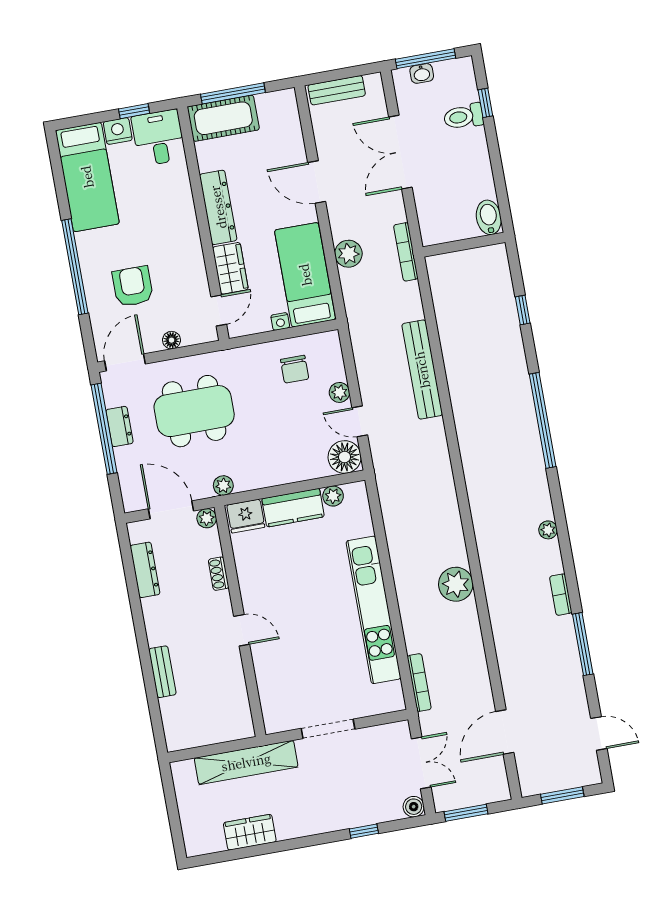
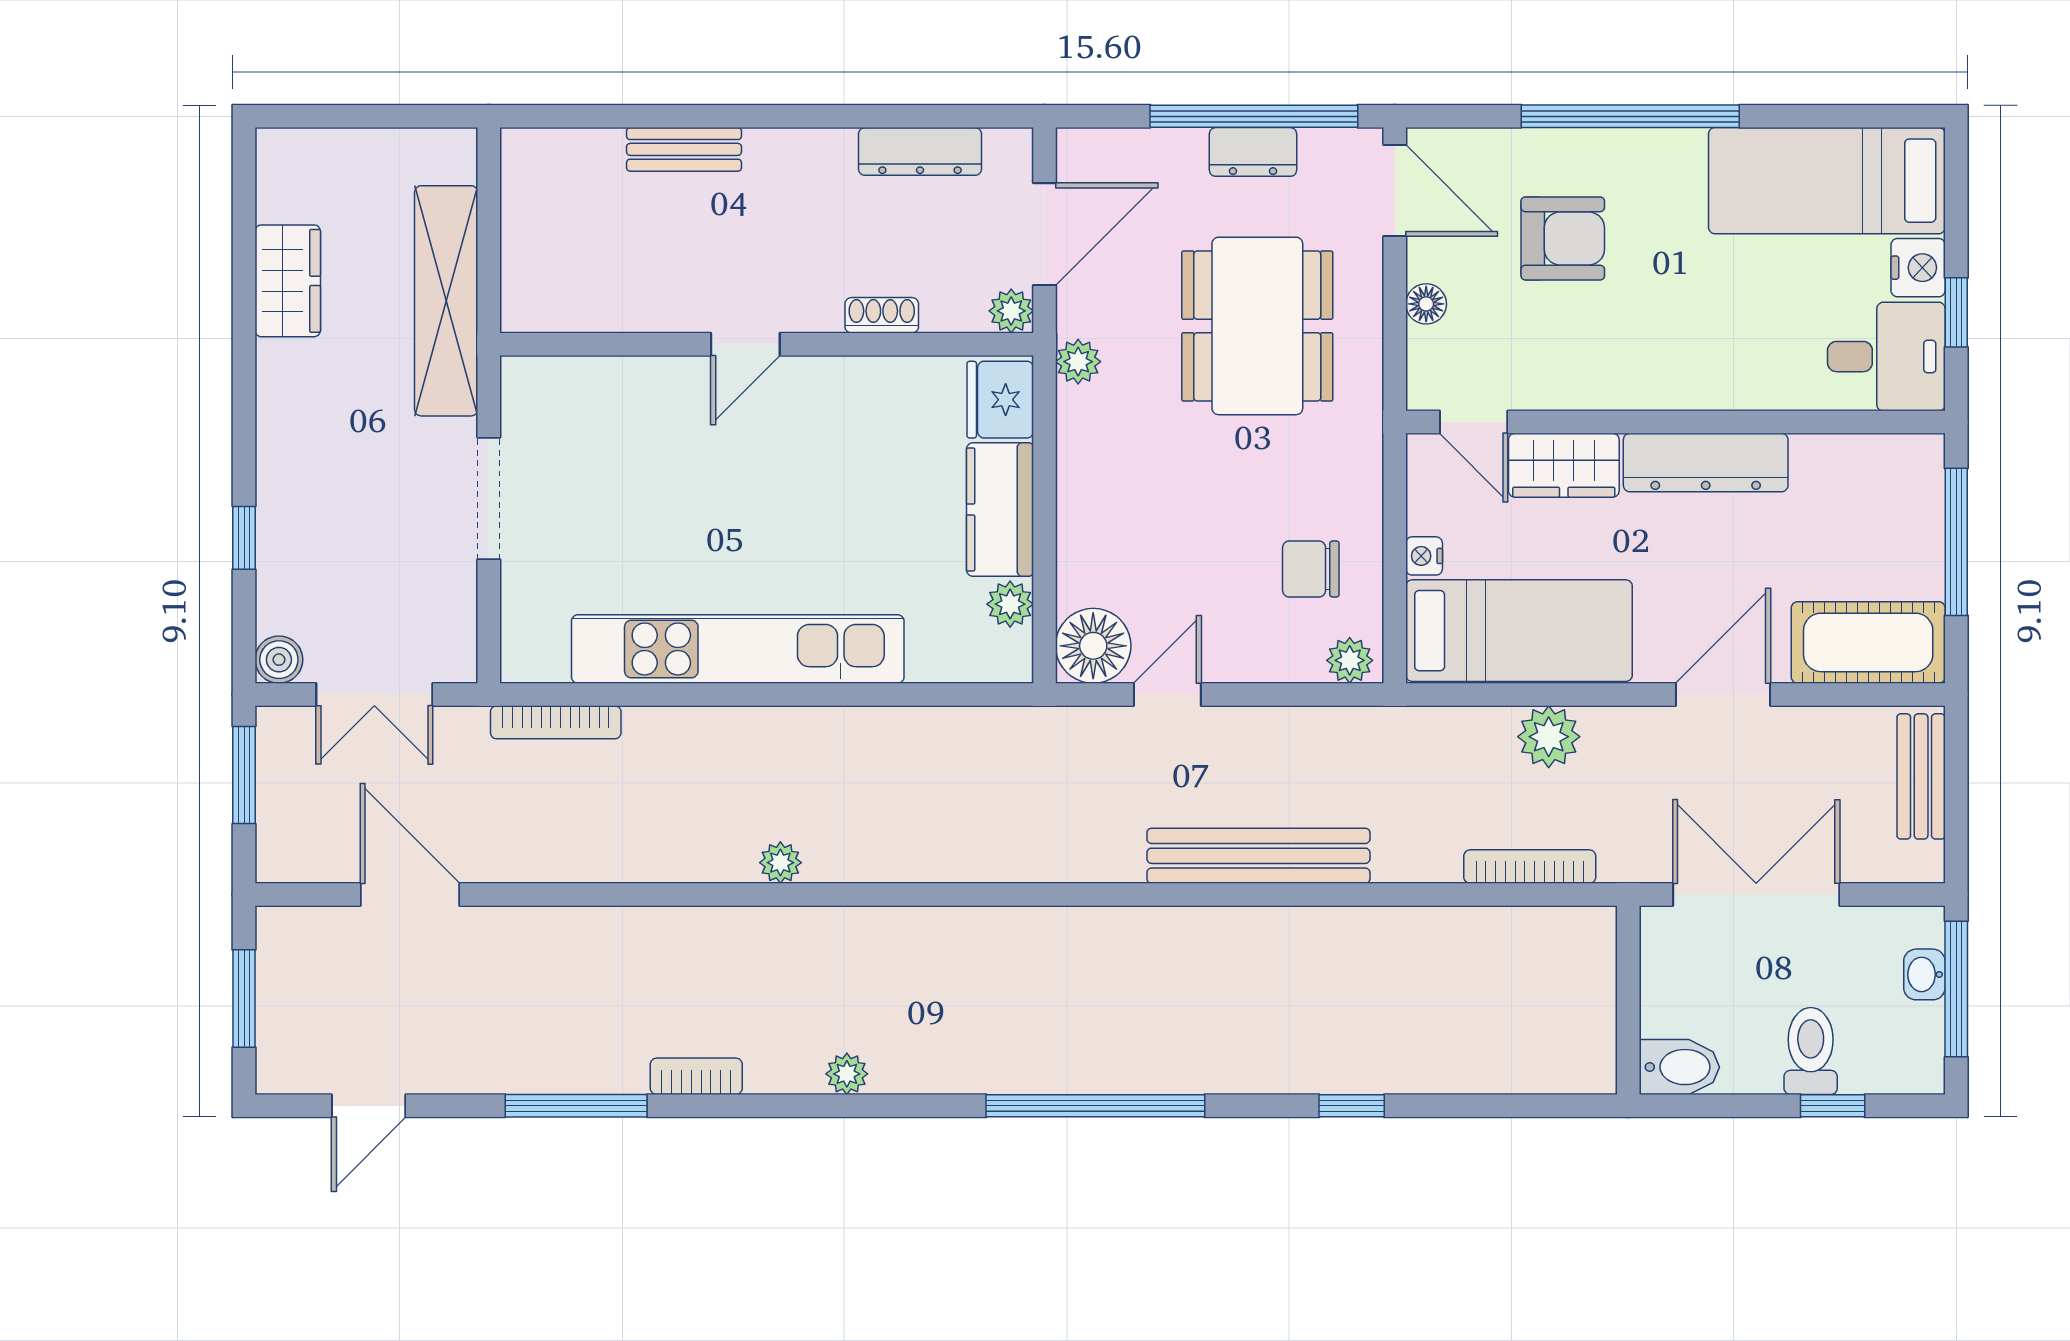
cot: (223, 118) -> (1868, 642), moved, turned 90
bidet: (489, 217) -> (1679, 1067), moved
wall: (464, 245) -> (1628, 1000), moved
plant: (339, 392) -> (1350, 660), moved
plant: (456, 584) -> (780, 863), width x0.53, depth x0.53

